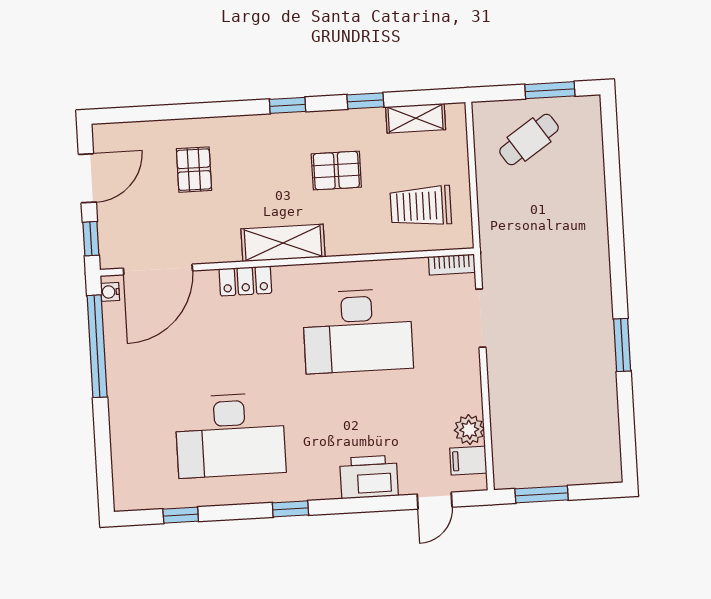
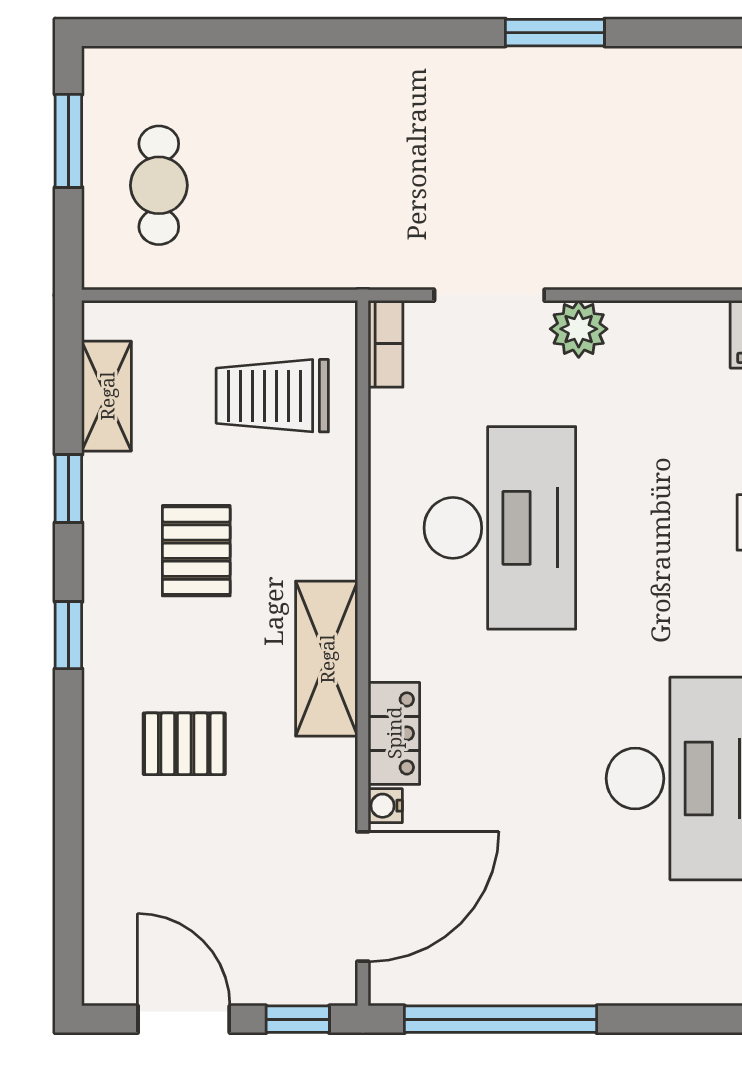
cafe table: (529, 140) -> (159, 185), turned 34
pallet: (194, 170) -> (184, 744), moved
trolley: (421, 206) -> (272, 396), turned 90
door: (158, 269) -> (363, 896), hinge flipped
water cooler: (110, 292) -> (385, 806), moved, turned 90
plant: (469, 430) -> (579, 329), moved

